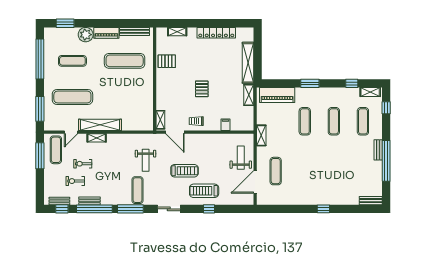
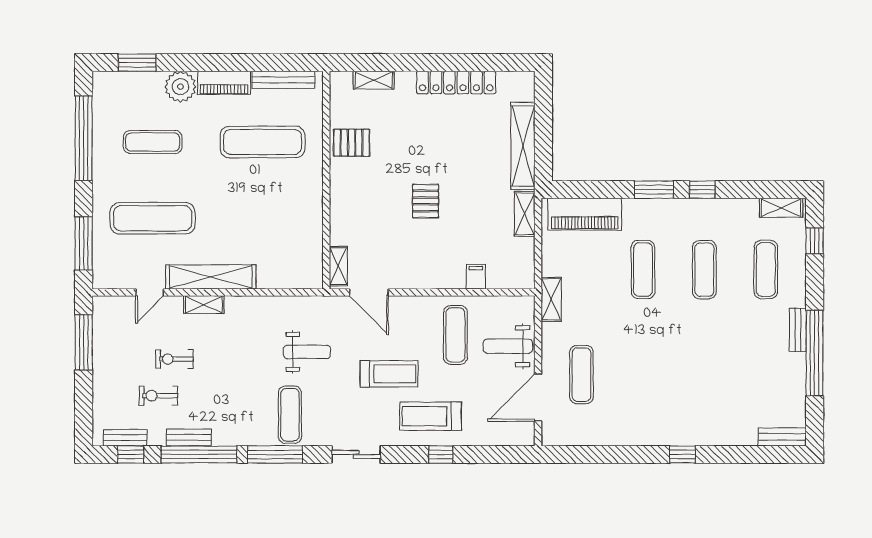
window: (352, 83) -> (702, 190), moved
trolley: (196, 121) -> (414, 269), removed
exercise mat: (56, 150) -> (455, 335), moved
weight bench: (241, 158) -> (508, 346), turned -90
weight bench: (146, 160) -> (307, 352), turned -90

